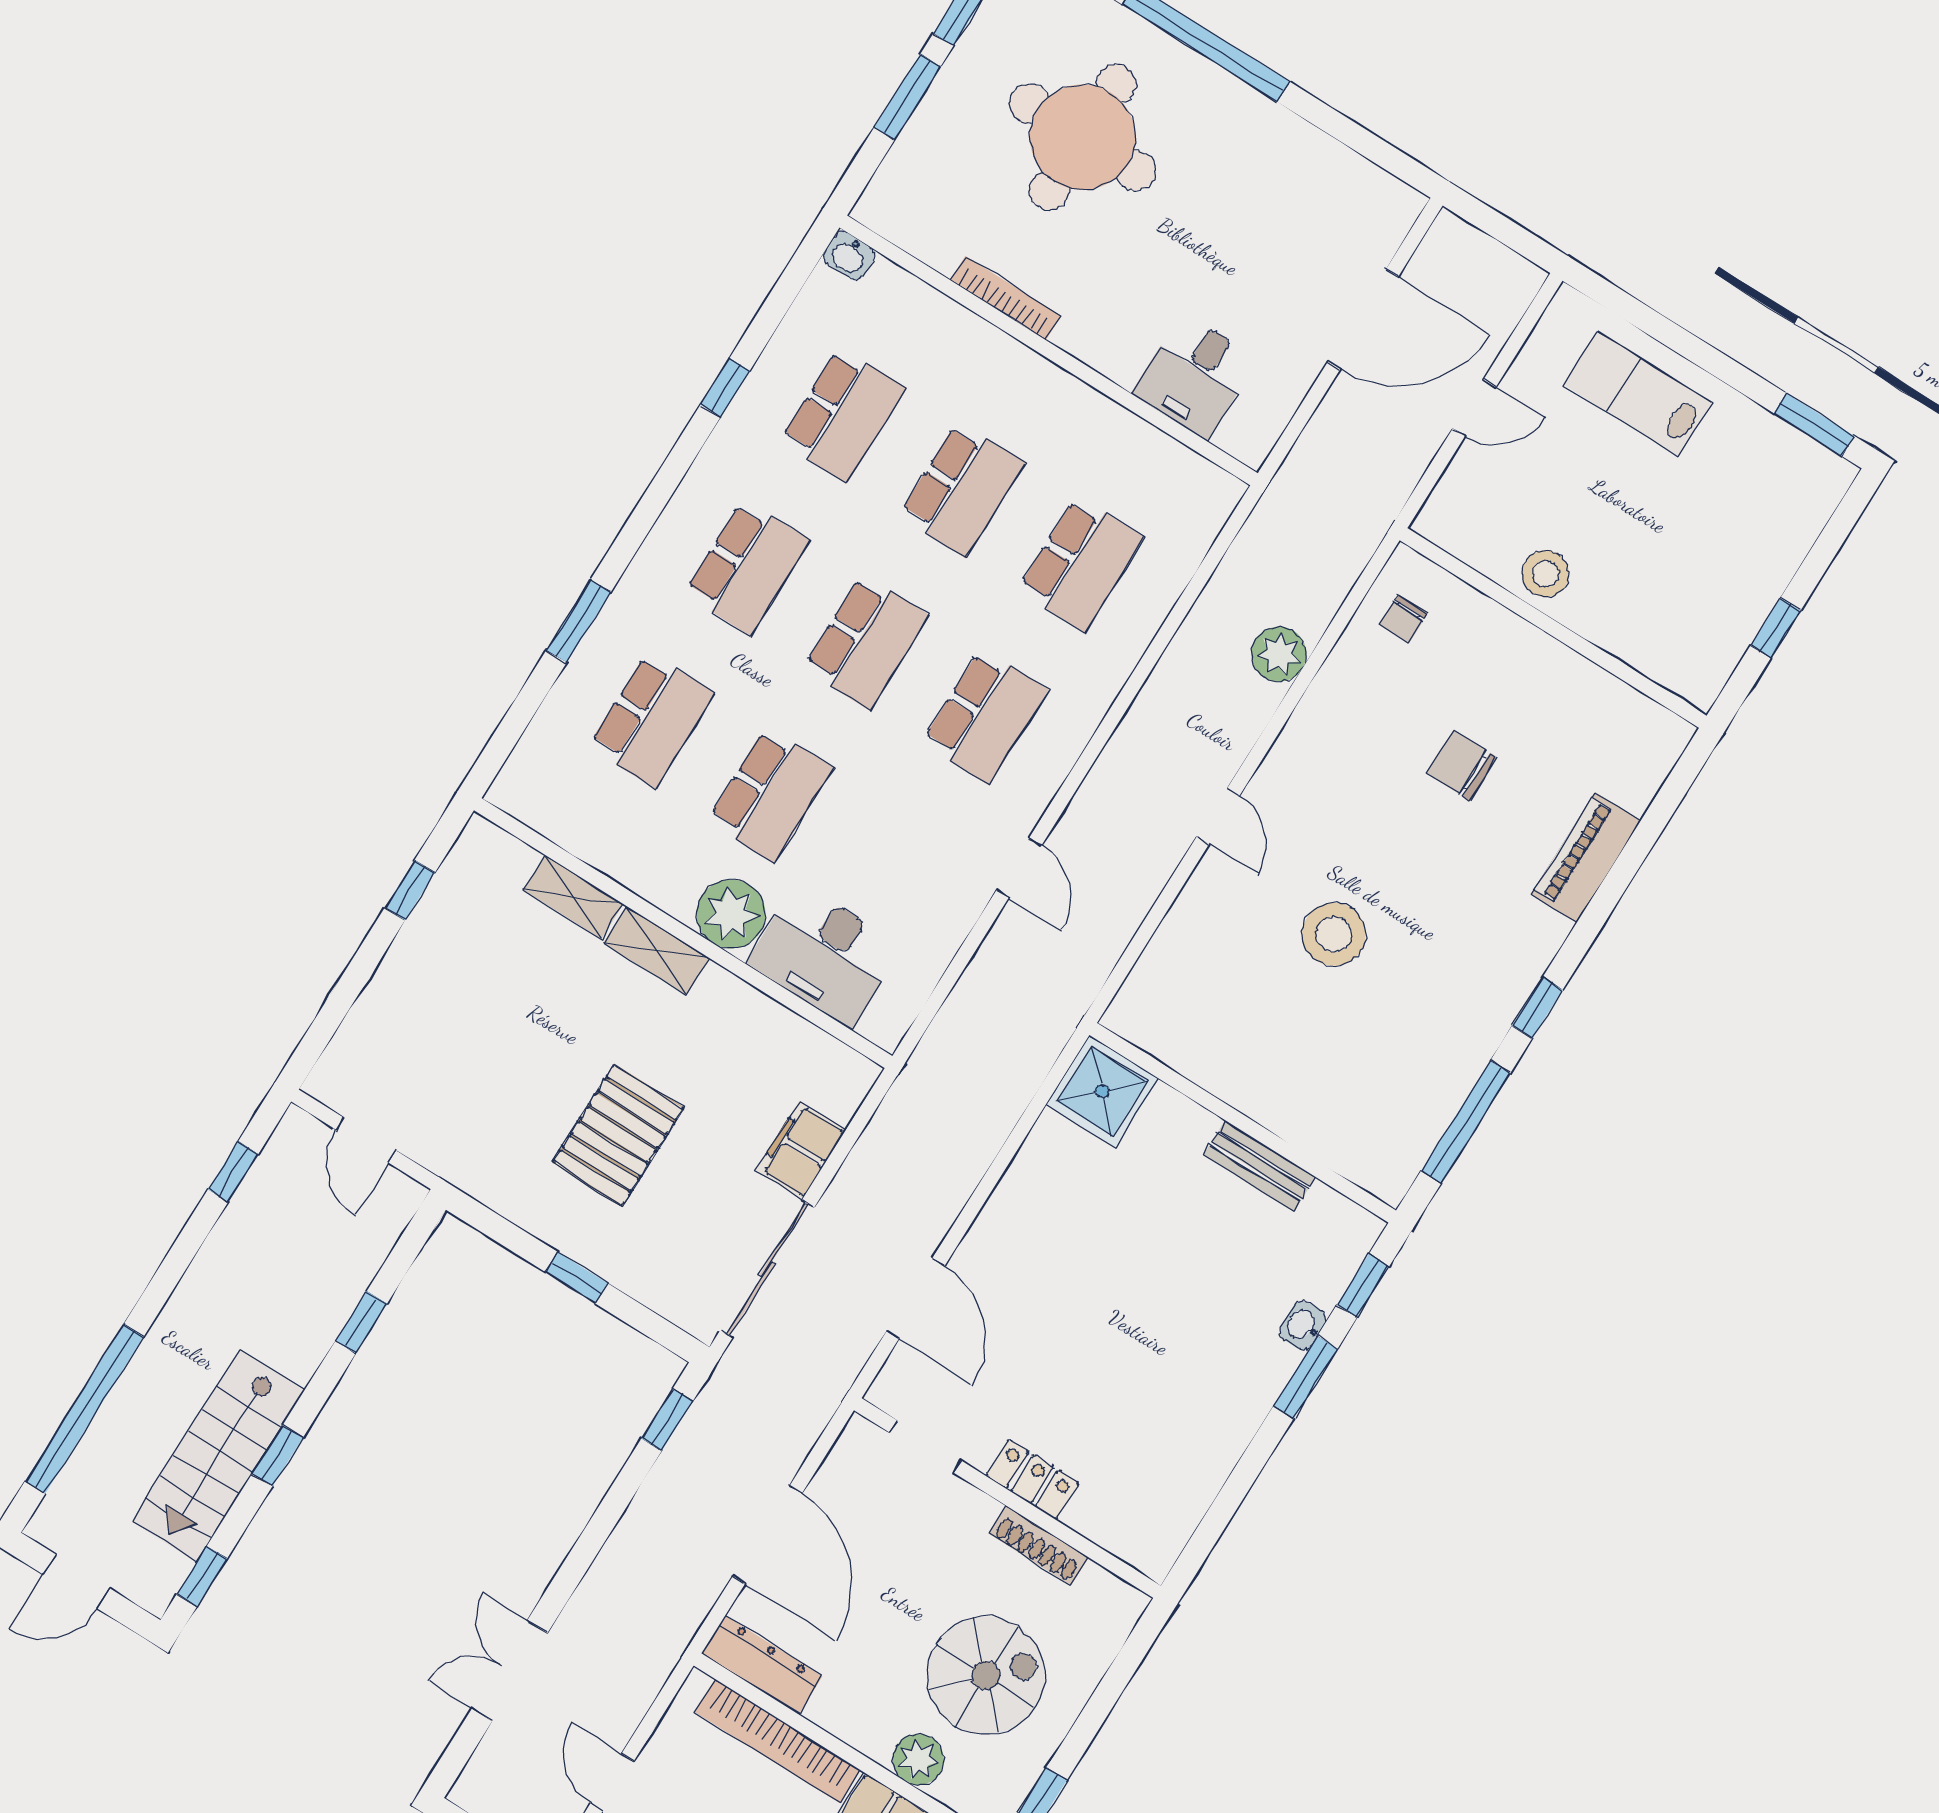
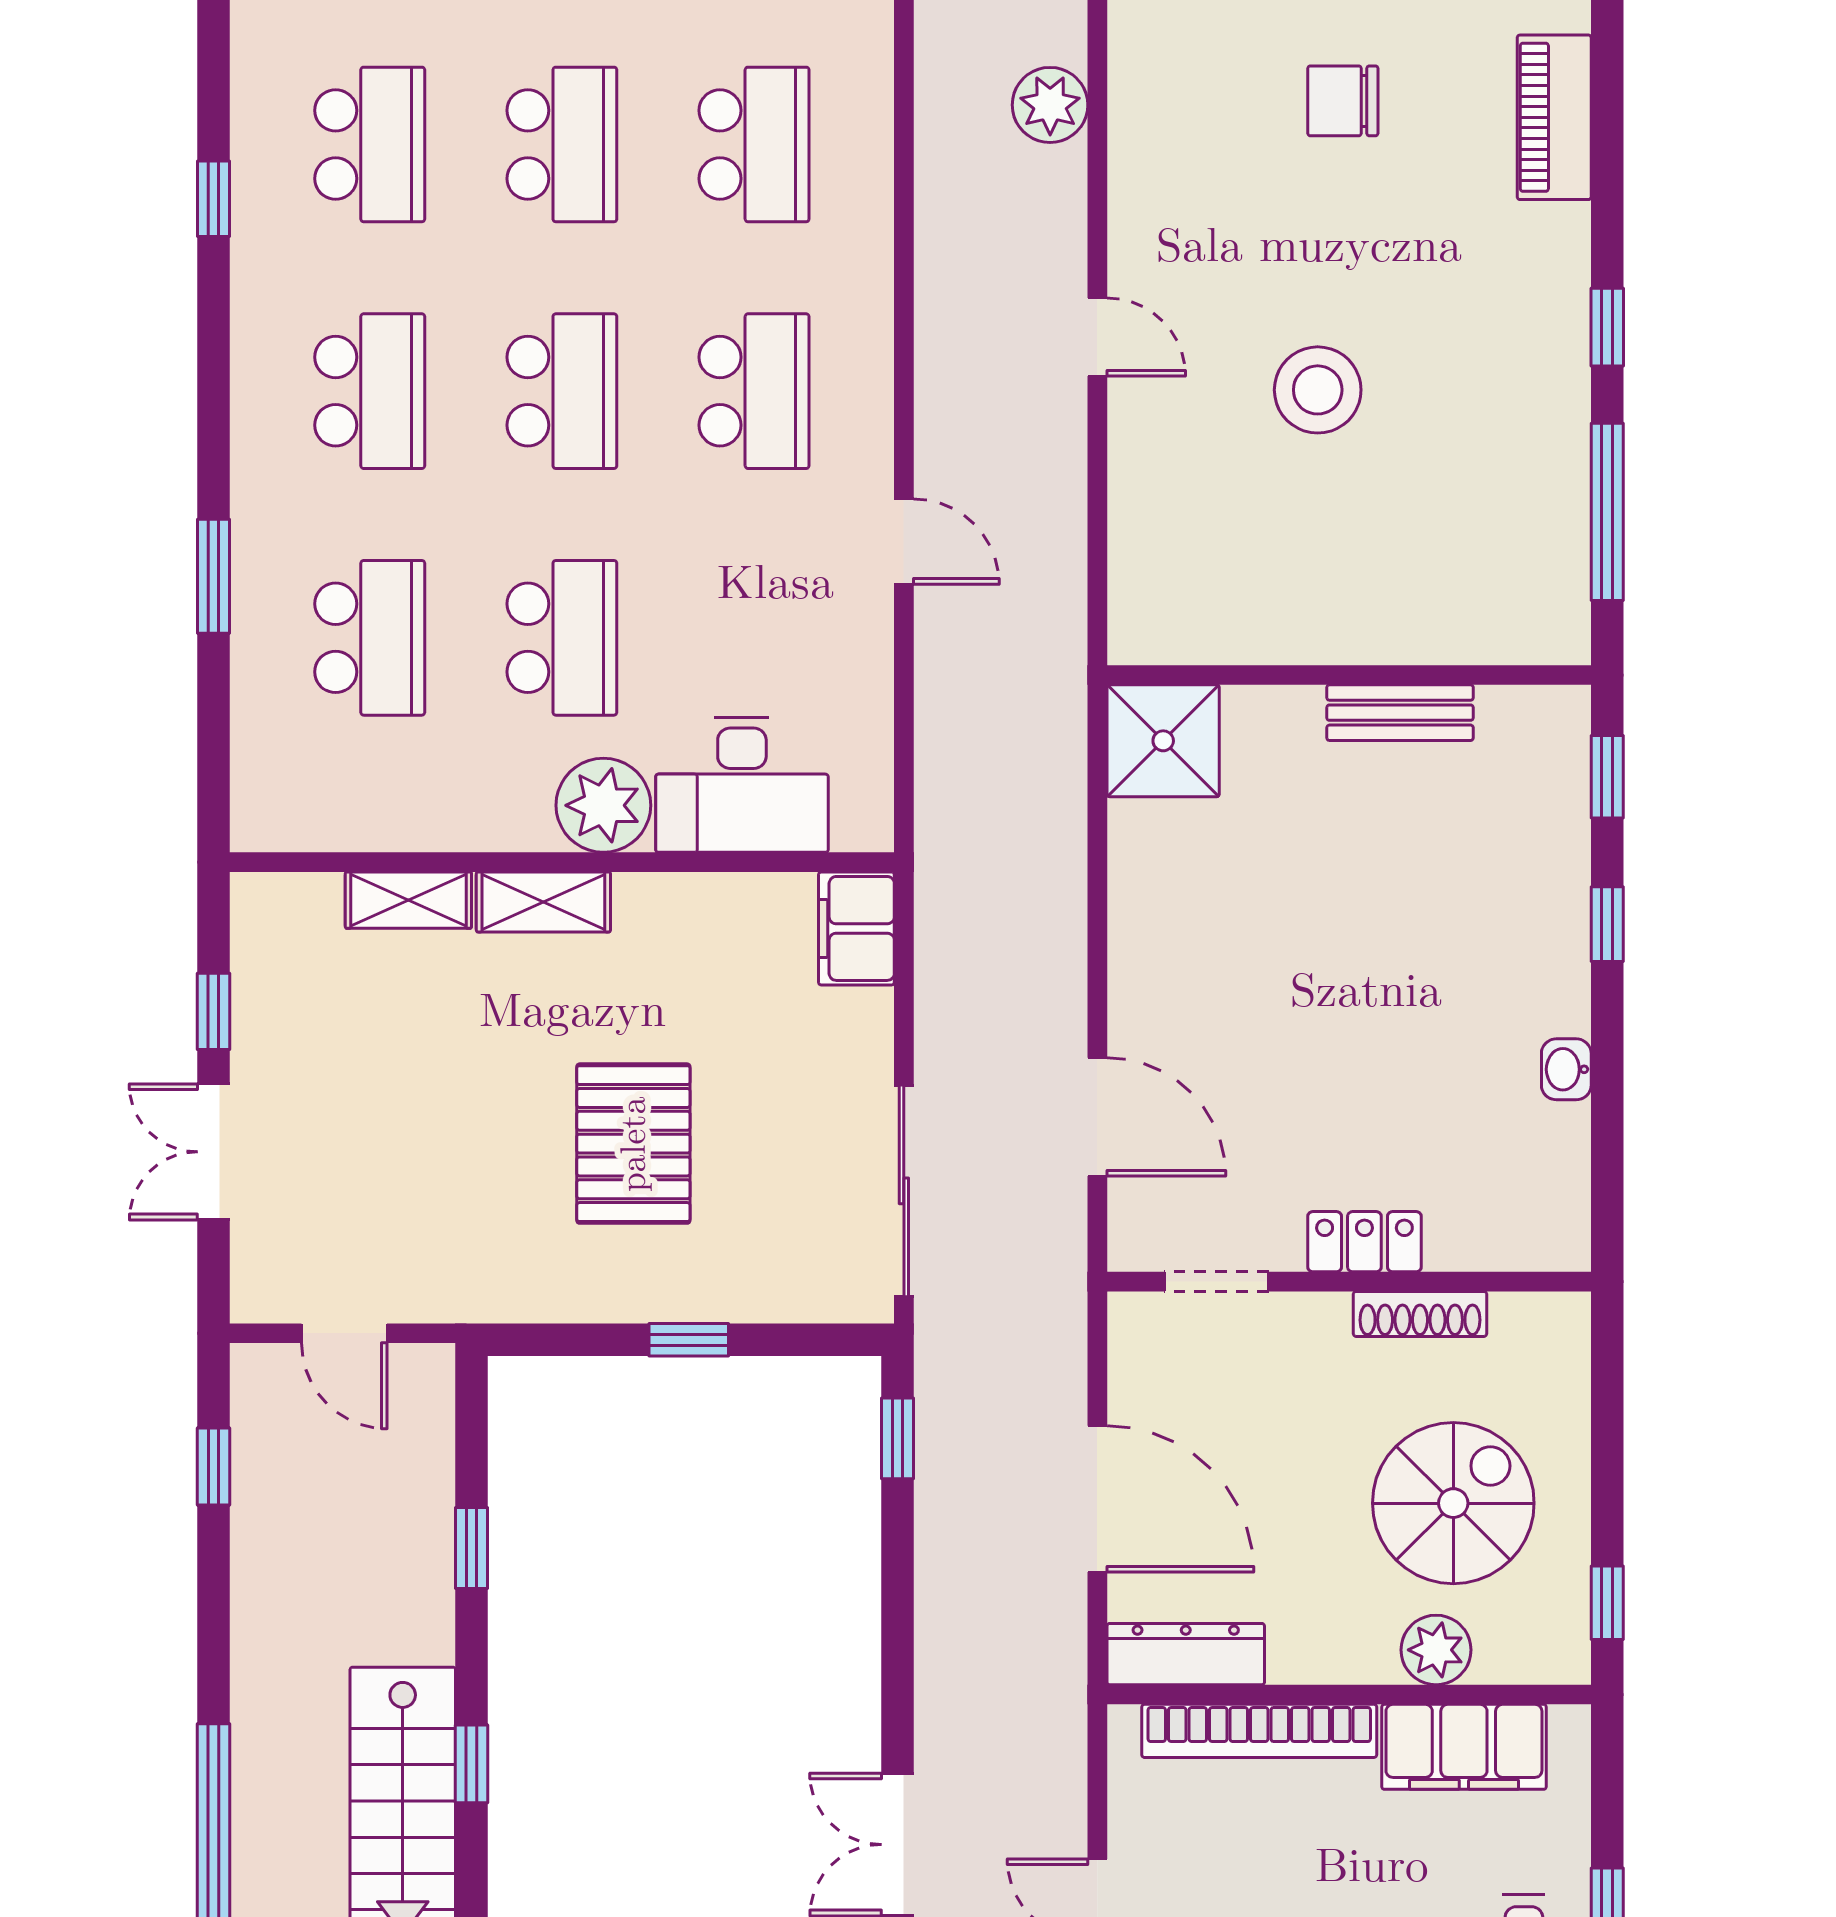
double door: (355, 977) -> (213, 1152), added
filing cabinet: (801, 1150) -> (856, 928), moved
washbasin: (1303, 1325) -> (1566, 1069), moved
window: (1306, 1377) -> (1607, 924), width x0.67

